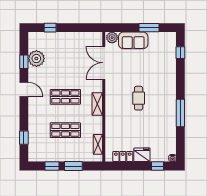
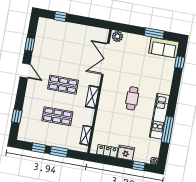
sofa: (133, 40) -> (164, 48), moved
plant: (36, 59) -> (42, 43), removed
kitchen unit: (170, 111) -> (159, 116), added
window: (180, 113) -> (168, 130), moved

